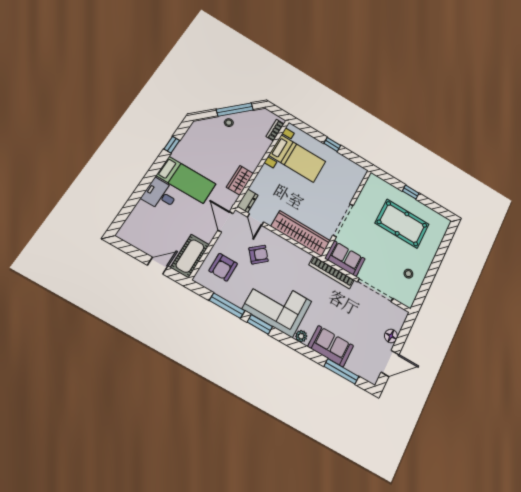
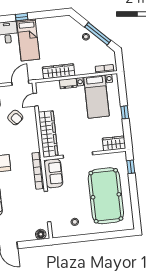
window: (172, 145) -> (22, 17), moved
wardrobe: (356, 177) -> (114, 143), added
wardrobe: (240, 180) -> (59, 71), width x1.50
window: (411, 192) -> (131, 167), moved
dresser: (248, 201) -> (68, 84), moved
pool table: (402, 224) -> (106, 196), width x1.36, depth x1.32
floor lamp: (391, 336) -> (41, 234), moved

